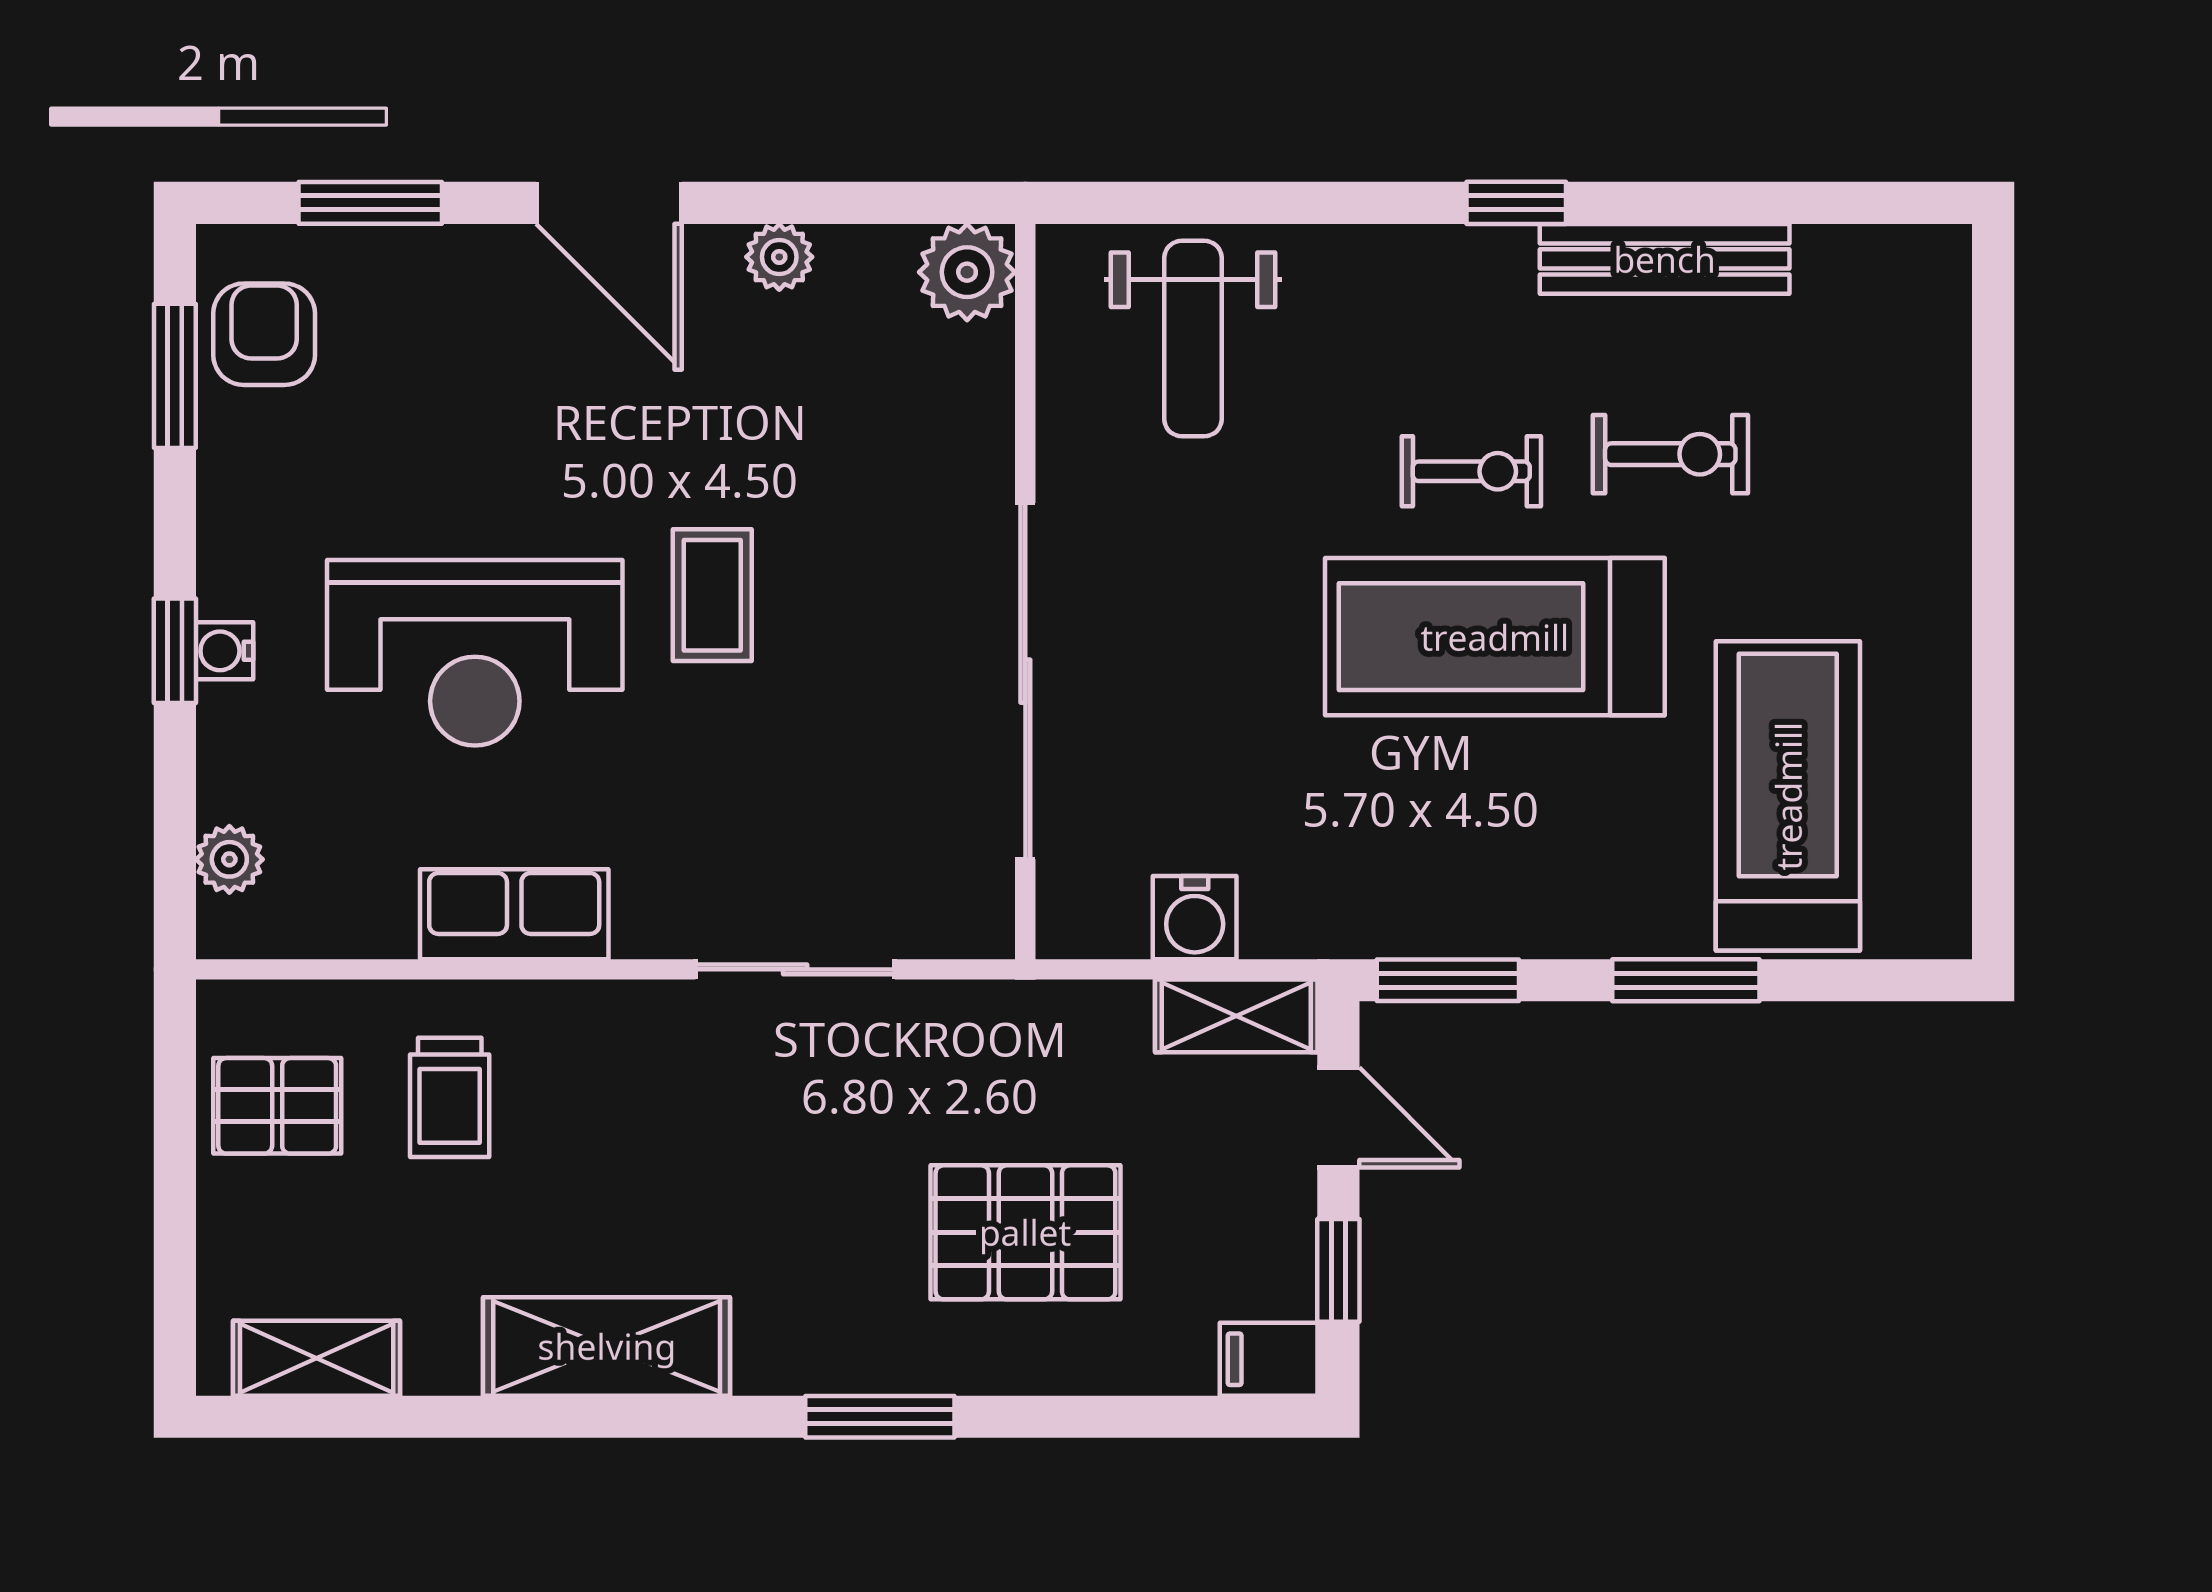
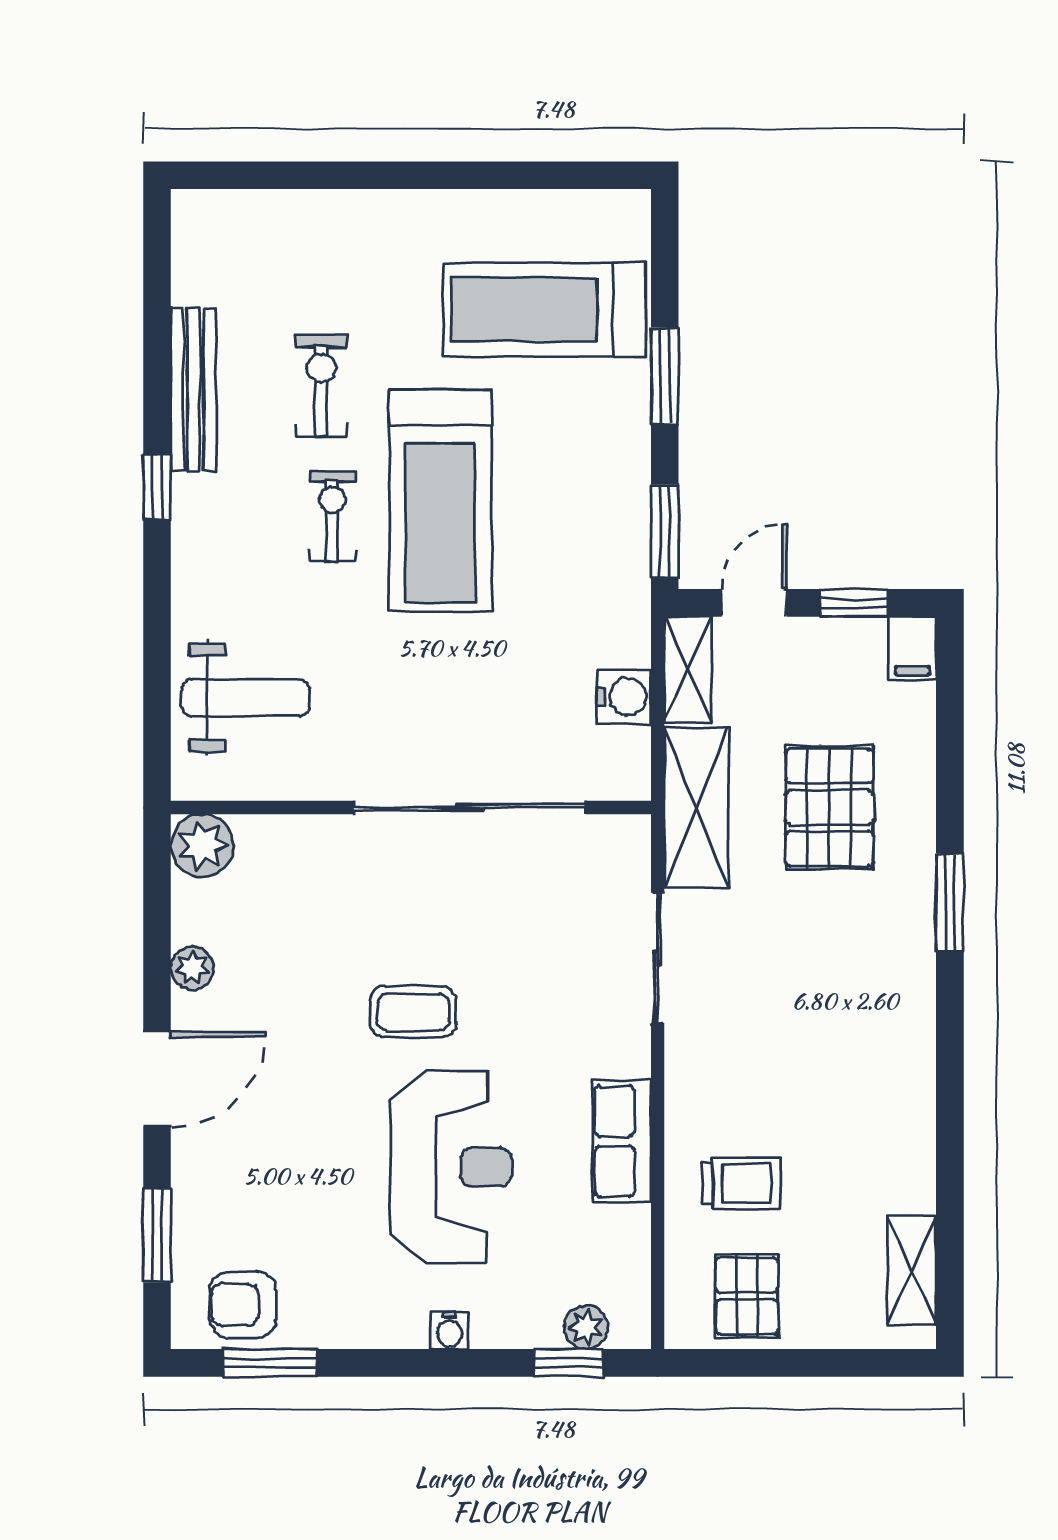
window: (175, 651) -> (569, 1363), moved
shelving: (607, 1346) -> (696, 808), moved

